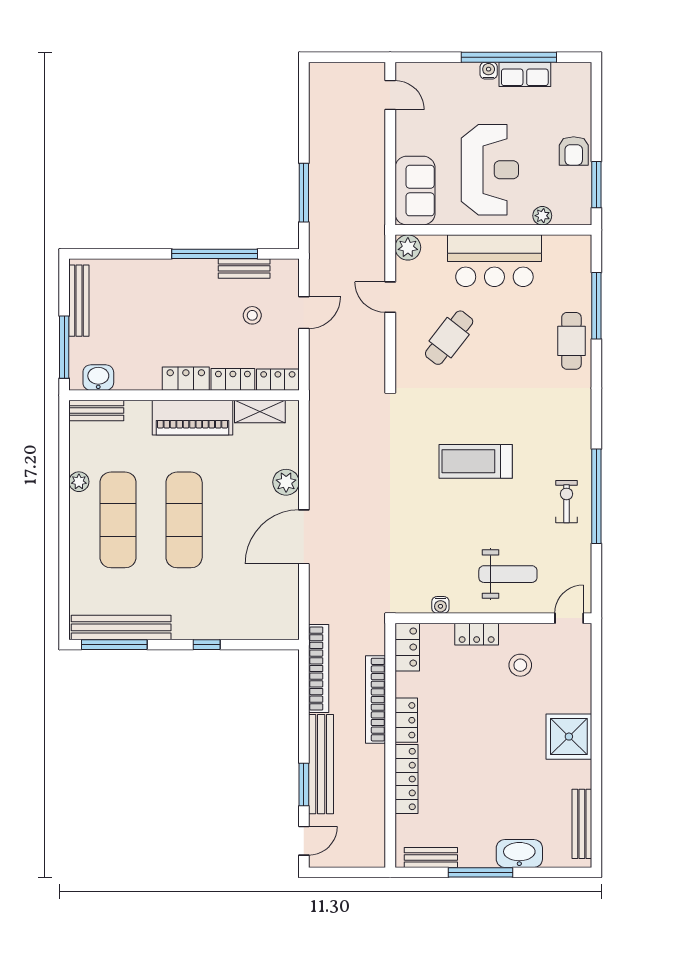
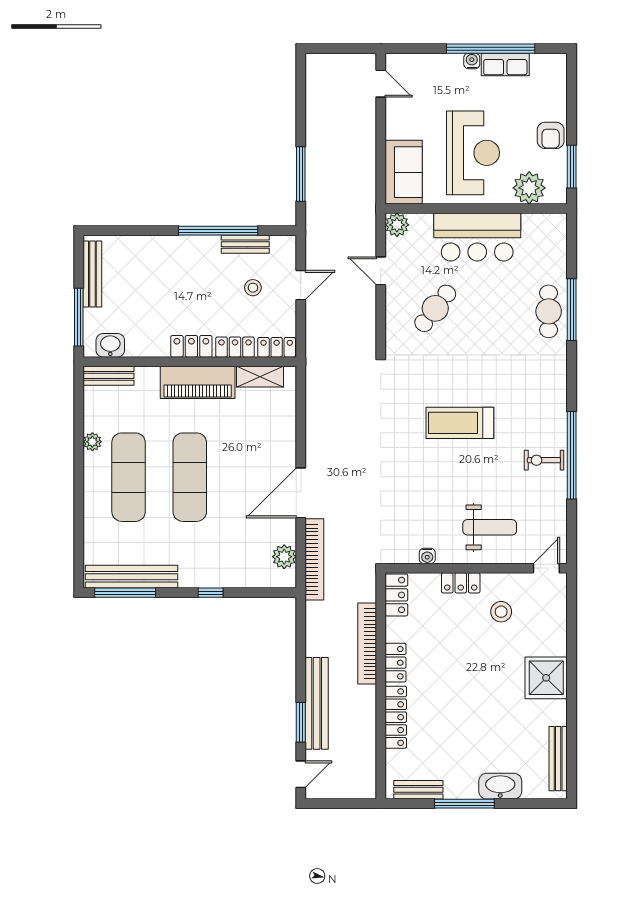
plant: (542, 216) -> (529, 188), width x1.88, depth x1.88
window: (596, 306) -> (572, 310), moved
plant: (286, 482) -> (284, 557), moved
exercise bike: (567, 502) -> (544, 460), turned -90
bookcase: (319, 668) -> (314, 559), moved

